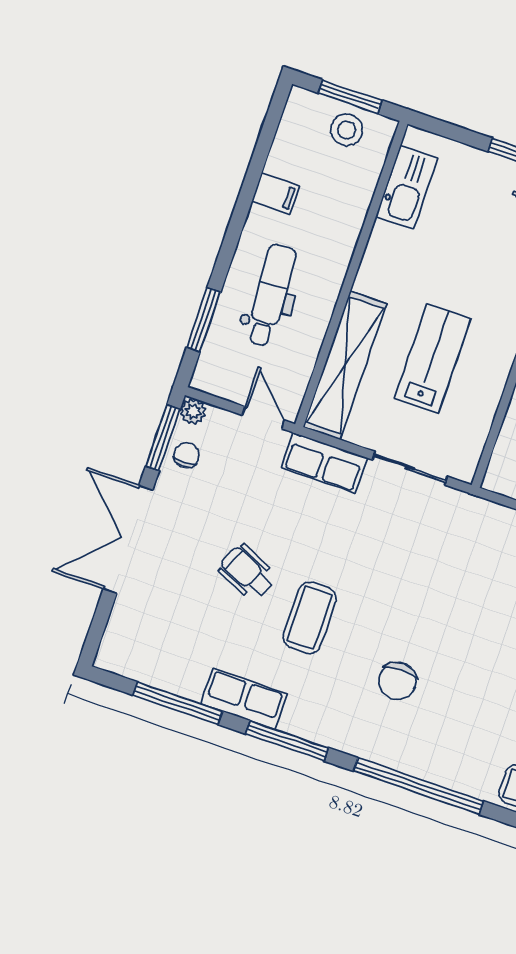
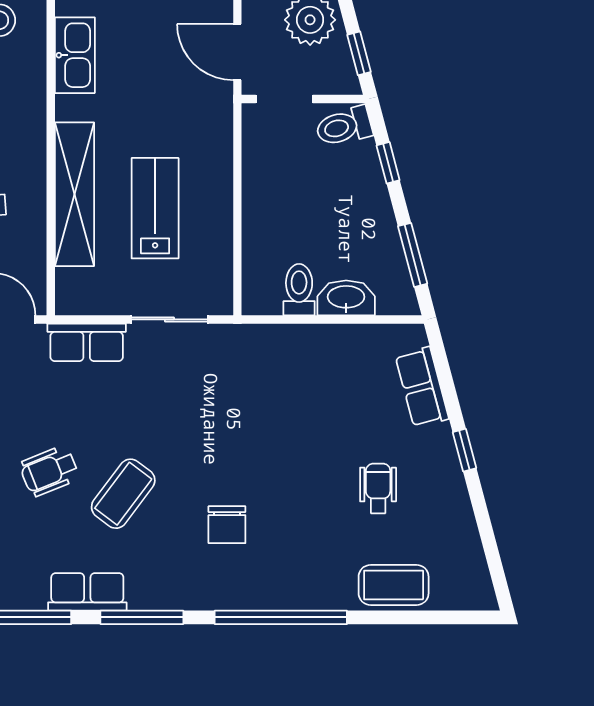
shelving: (345, 365) -> (74, 194), moved
wheelchair: (247, 572) -> (49, 471), turned -46
coffee table: (310, 618) -> (123, 494), turned 37

